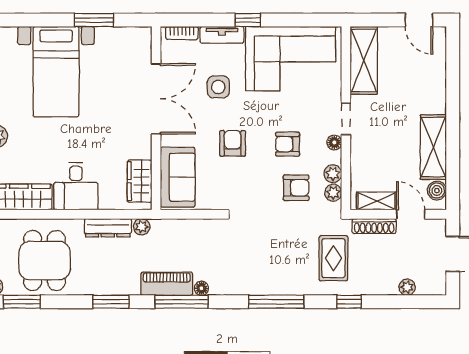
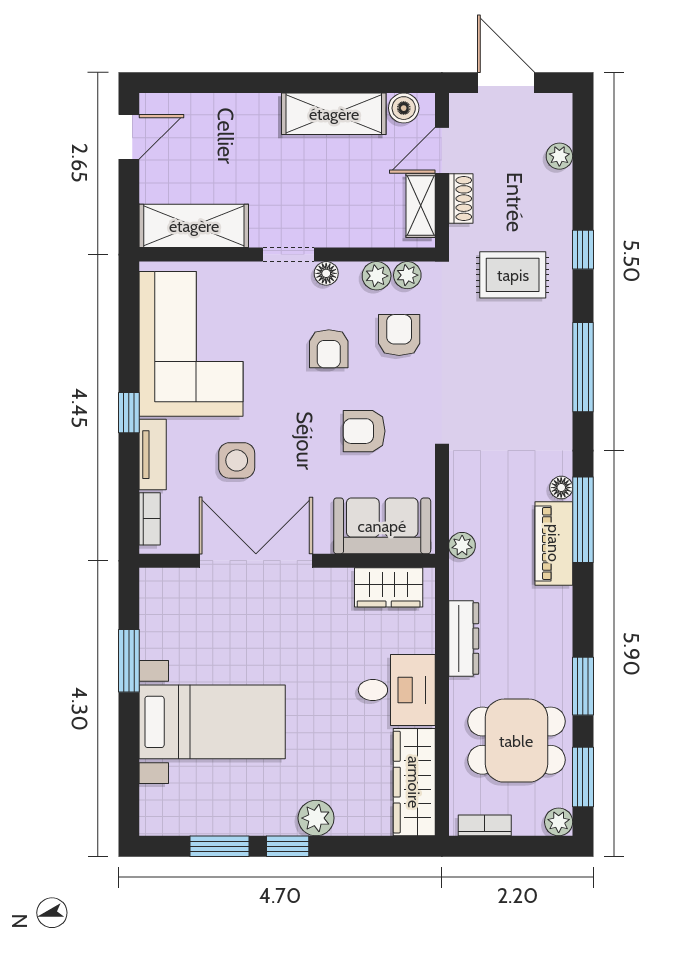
armchair: (233, 143) -> (364, 431), moved
shoe rack: (374, 226) -> (461, 199), width x0.70
plant: (142, 227) -> (462, 546), moved
window: (111, 302) -> (583, 686), moved

